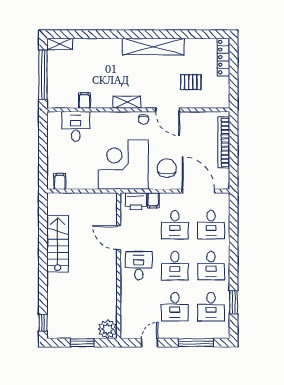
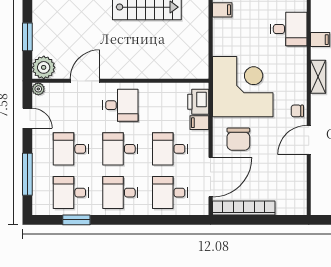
shelving: (127, 102) -> (318, 77), moved
bookcase: (224, 142) -> (244, 208), moved
chair: (167, 168) -> (238, 139), turned 90
door: (119, 238) -> (85, 81), moved
plant: (125, 334) -> (38, 89), added

